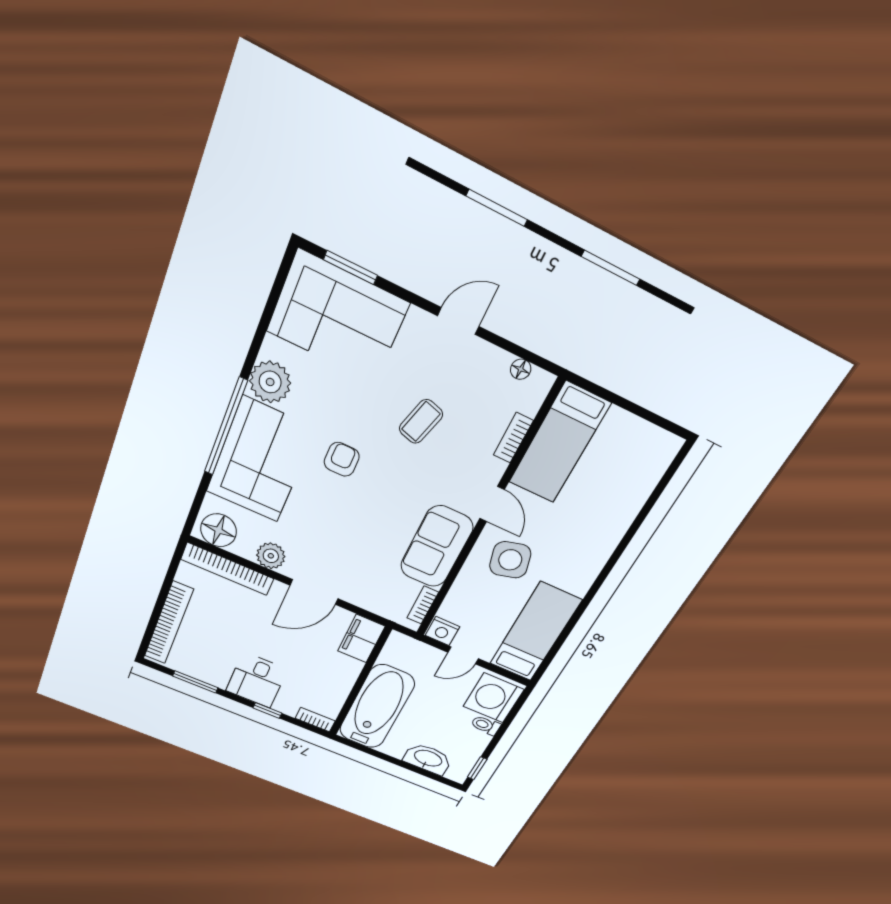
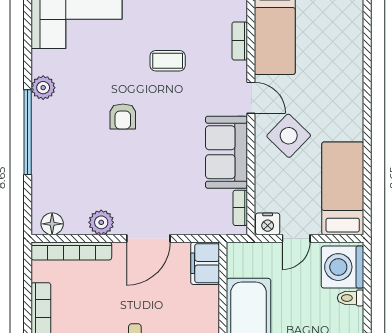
plant: (270, 382) -> (43, 88), width x0.73, depth x0.73
coffee table: (421, 421) -> (168, 61), turned 74
armchair: (342, 459) -> (123, 116), turned 180
corner sofa: (260, 460) -> (63, 146), removed
floor lamp: (219, 530) -> (52, 224), width x0.73, depth x0.73
side table: (510, 560) -> (289, 136), turned -31

